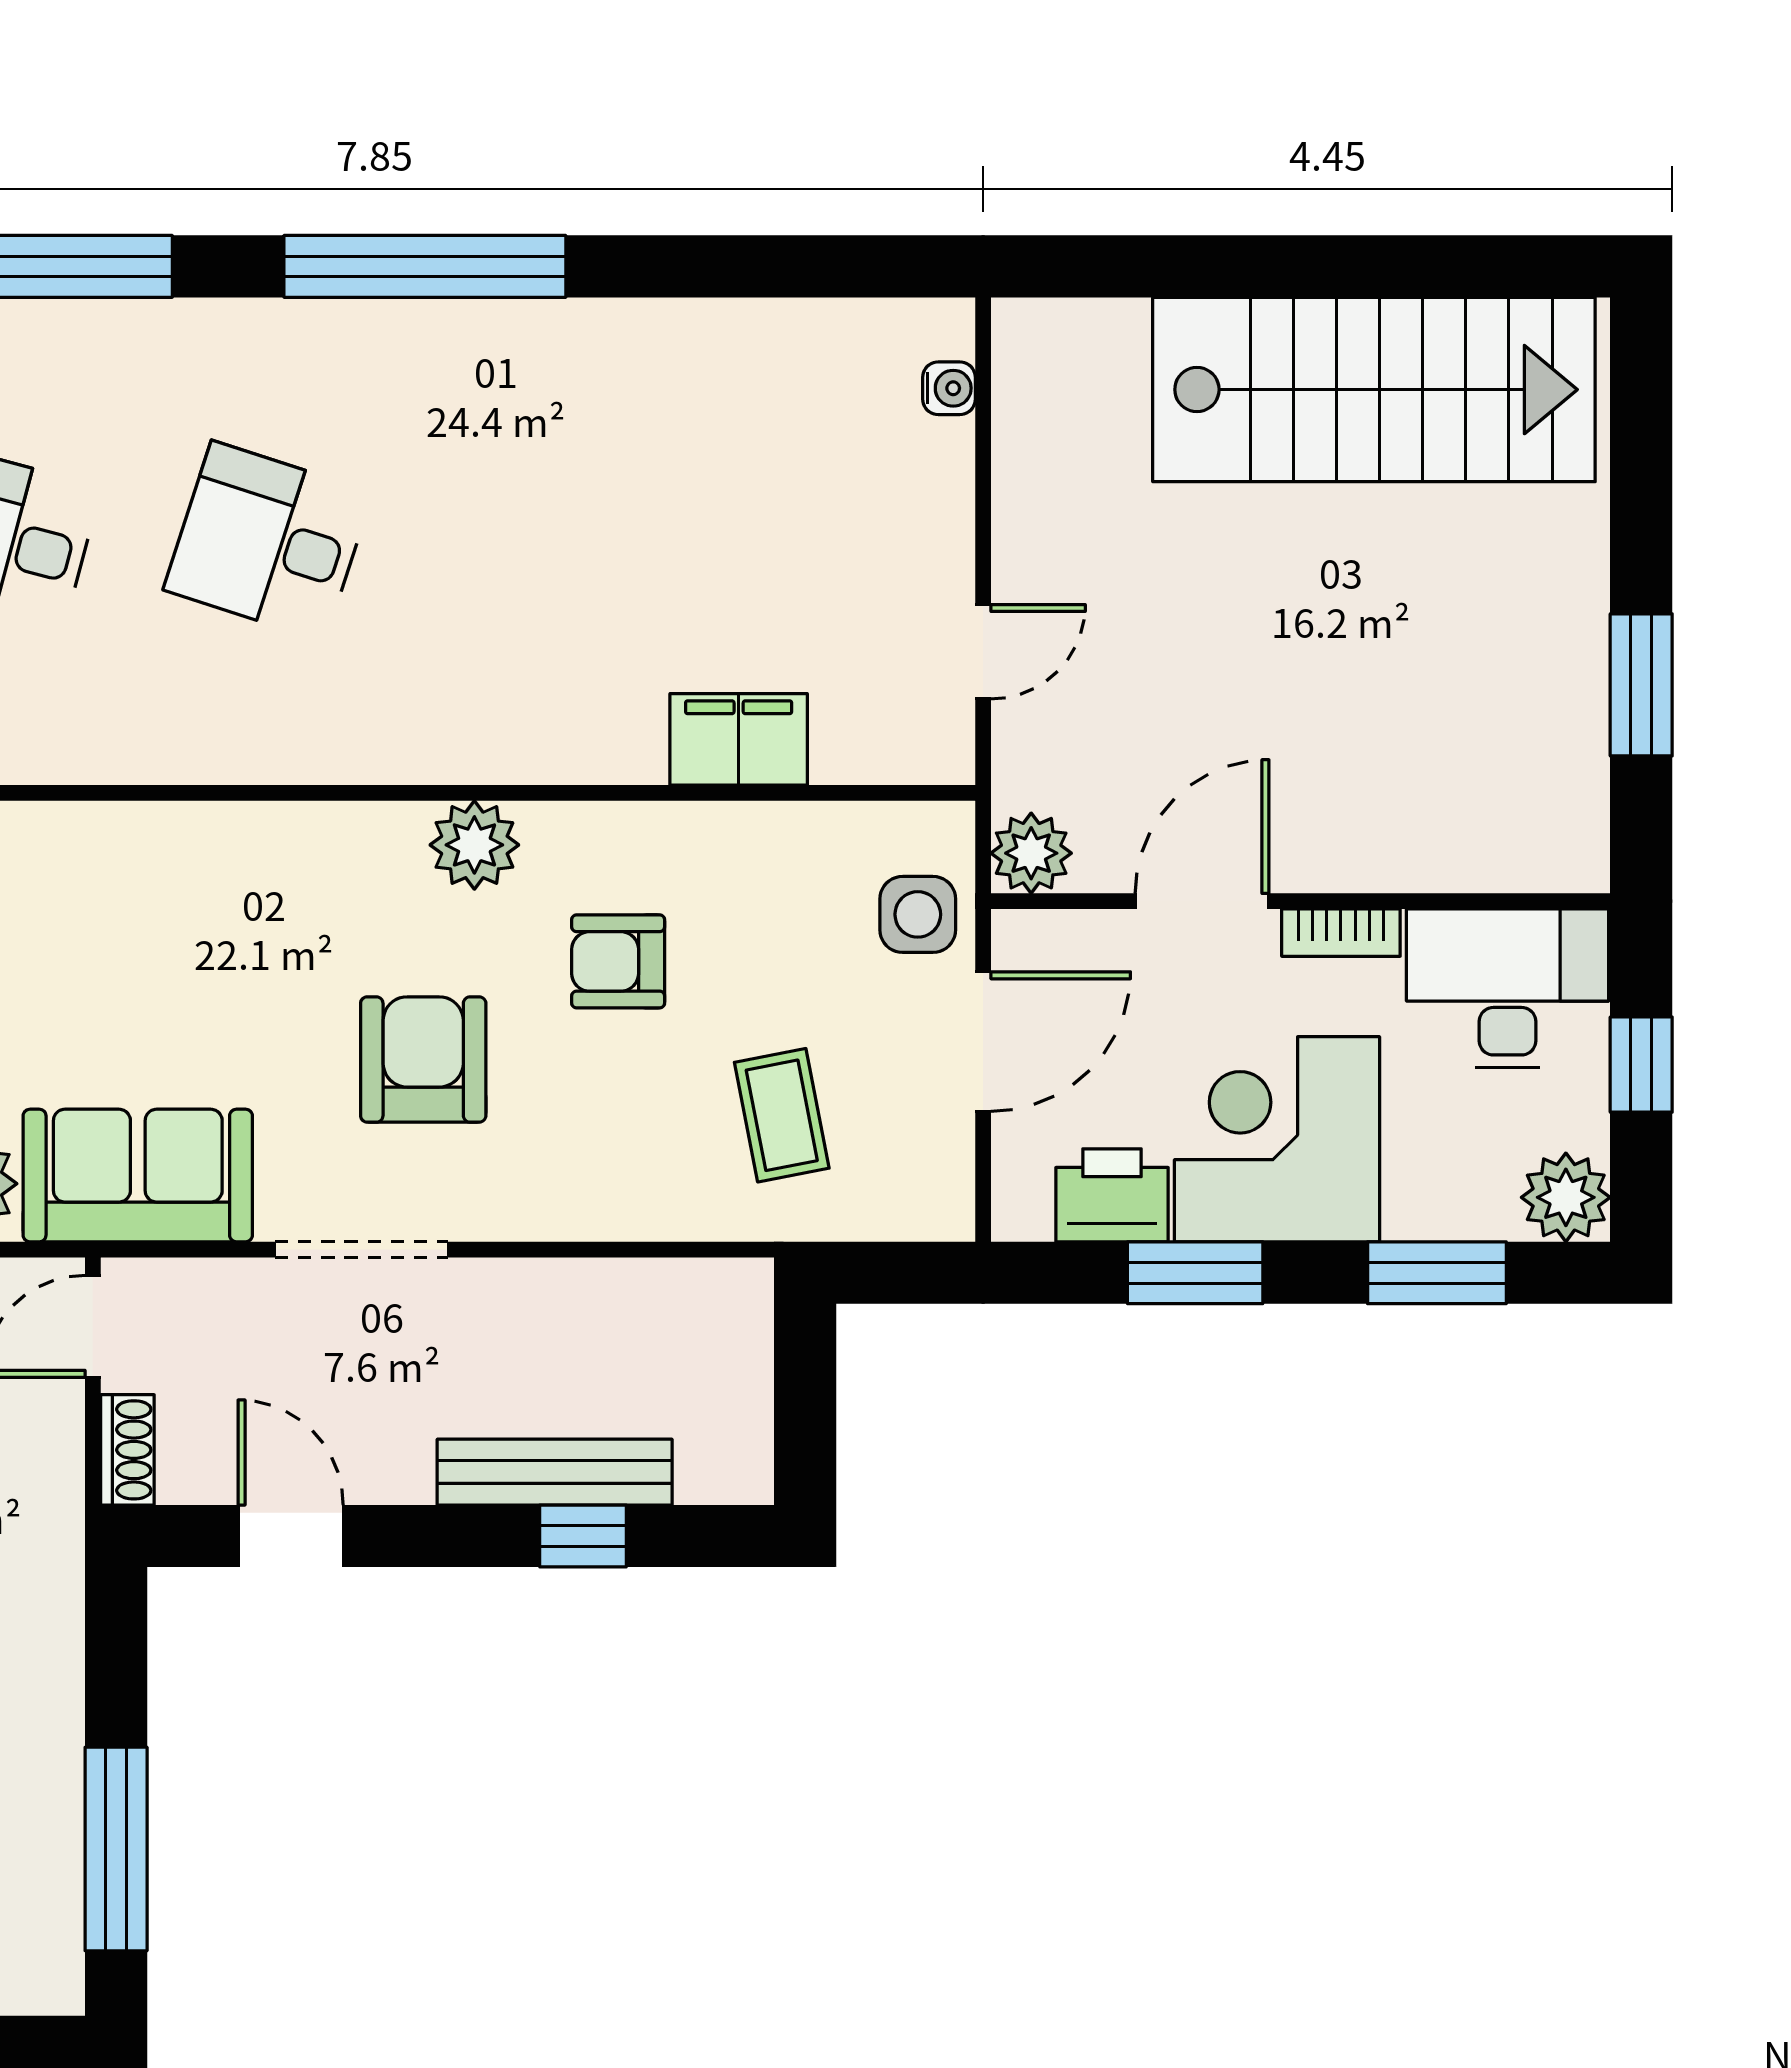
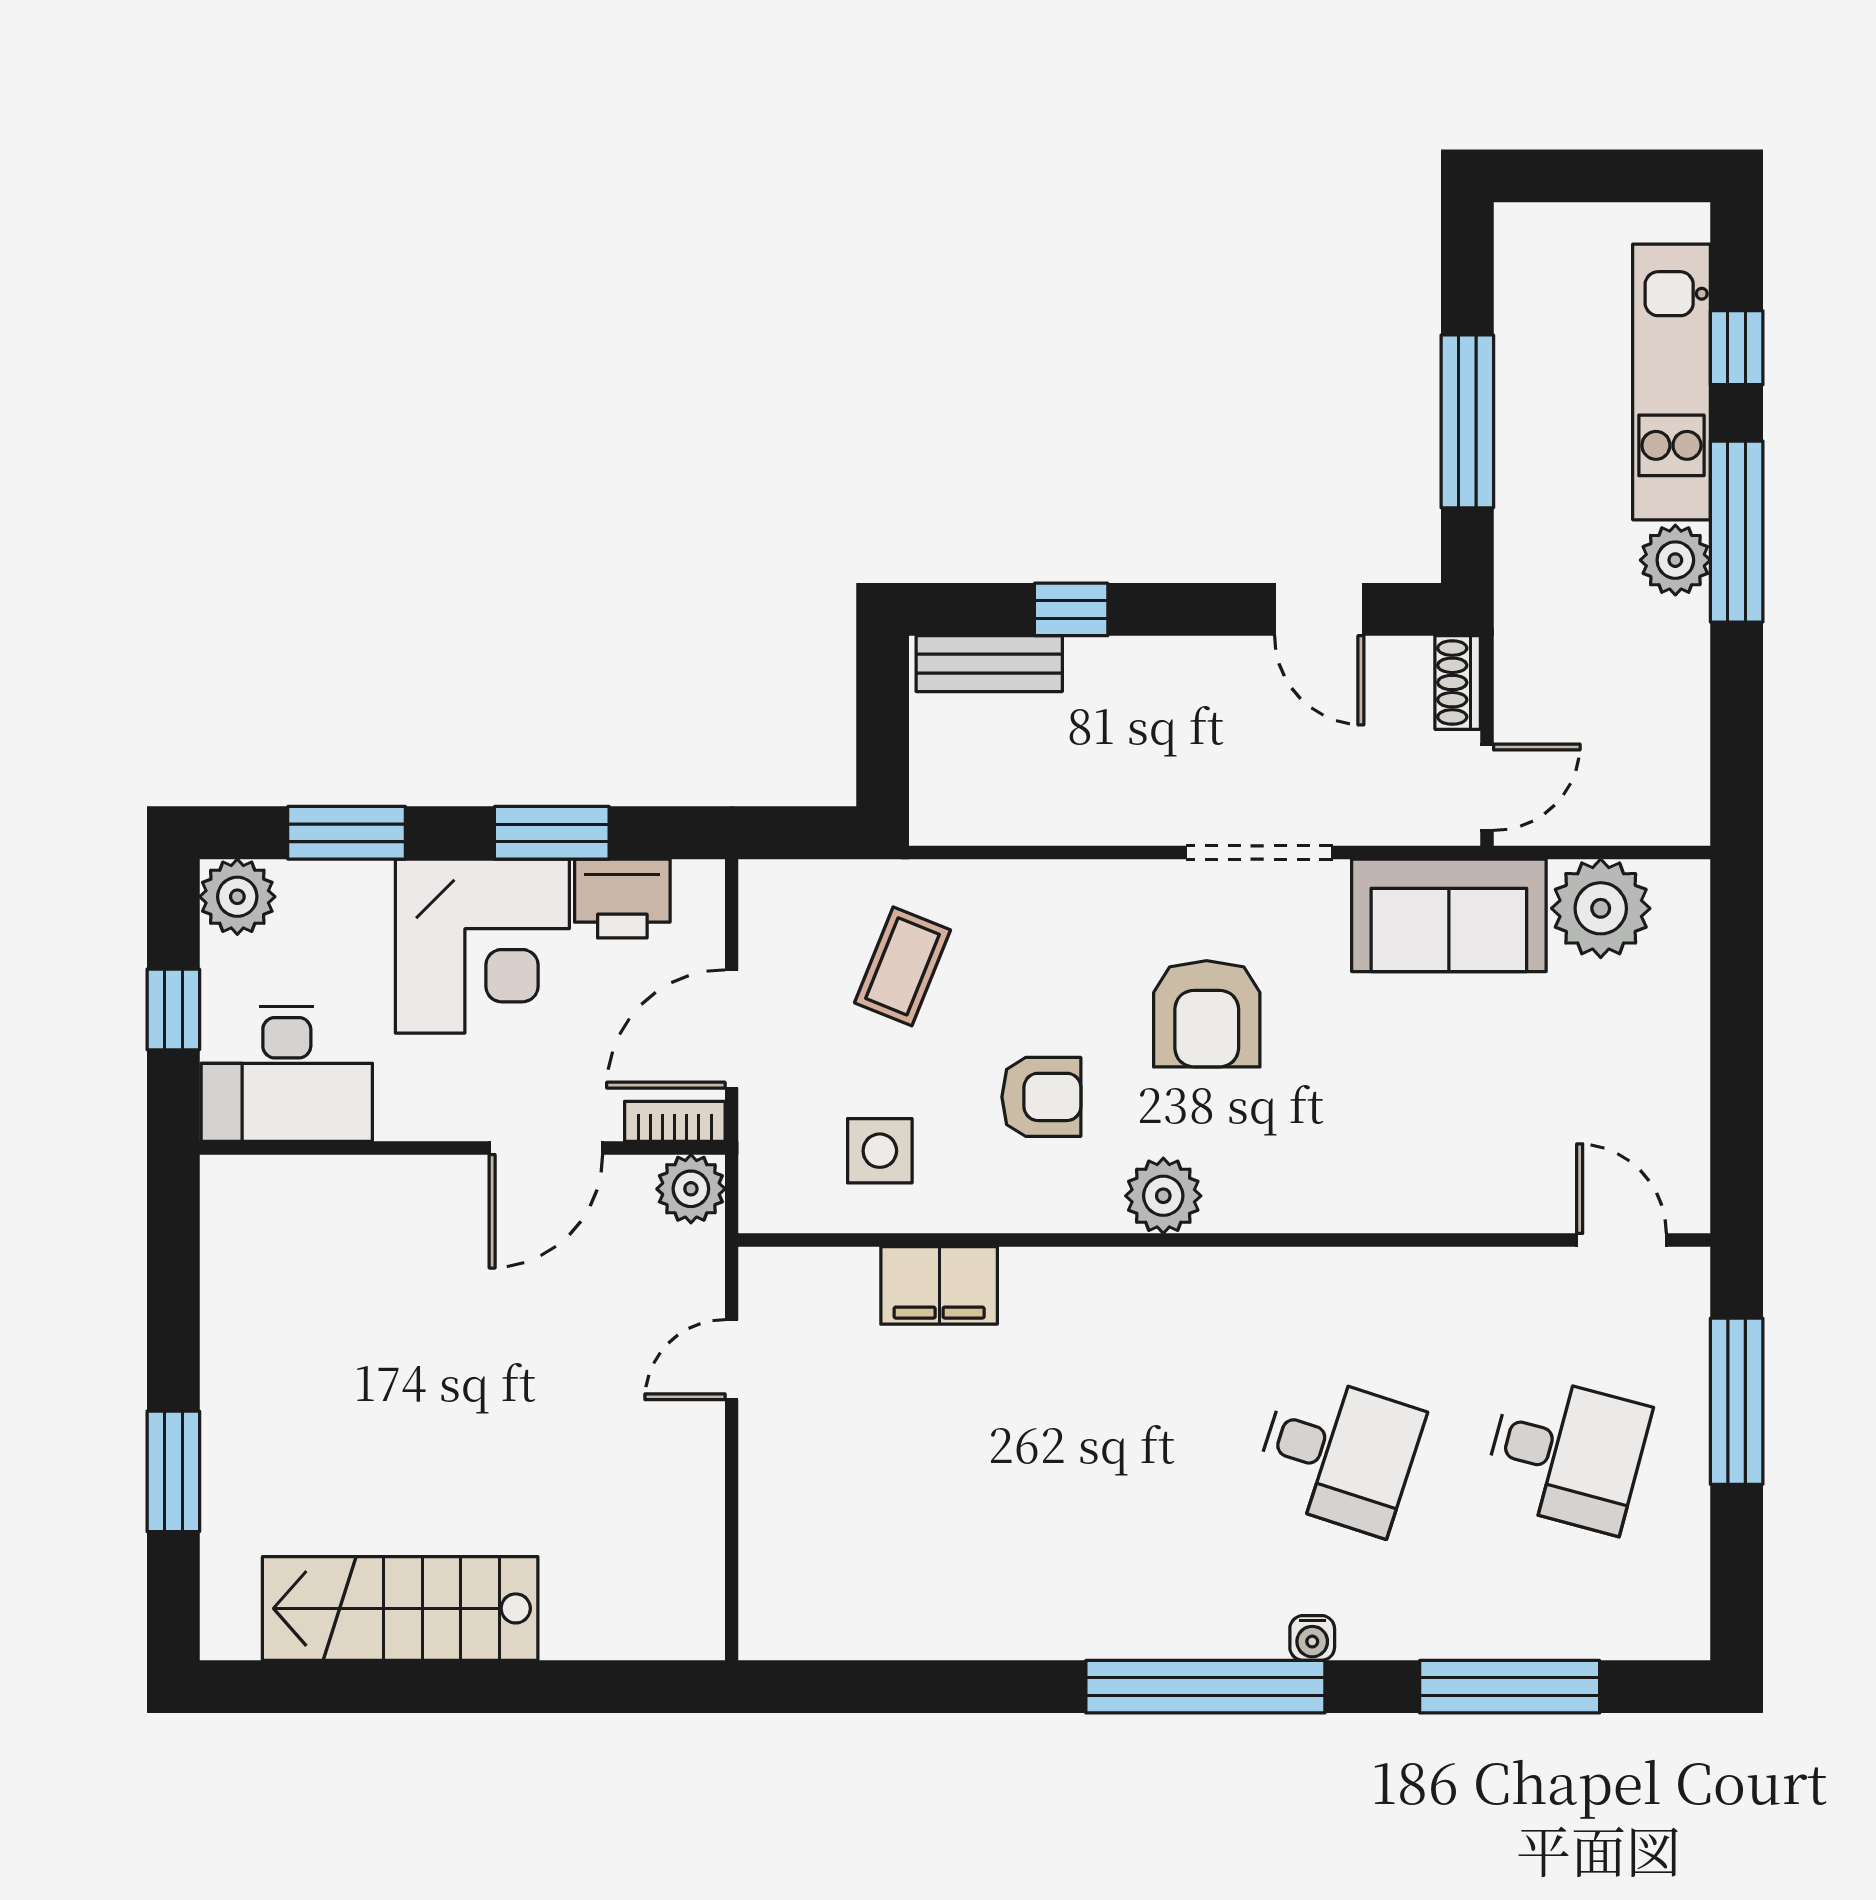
water cooler: (949, 388) -> (1312, 1638), moved, turned -90
stairs: (1374, 390) -> (400, 1608), width x0.73, depth x0.66
window: (1641, 685) -> (173, 1471), moved
side table: (918, 914) -> (880, 1151), moved
bookcase: (1341, 933) -> (675, 1121), moved
coffee table: (782, 1115) -> (902, 966), turned 33
bench: (555, 1472) -> (989, 664), moved, width x0.73
window: (116, 1849) -> (1467, 421), moved

